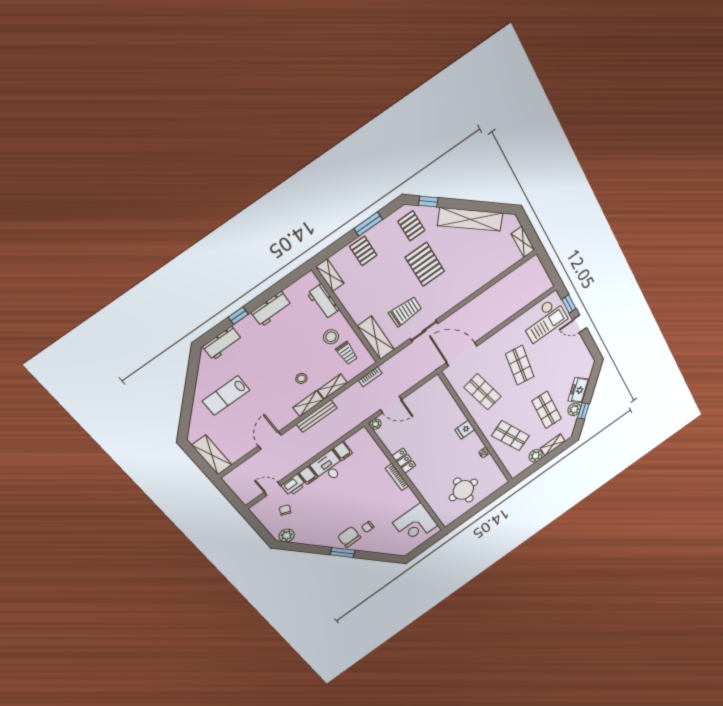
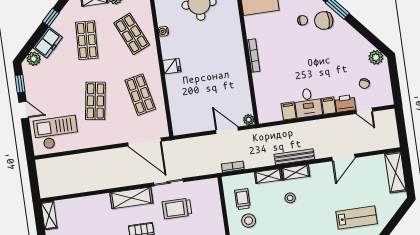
window: (569, 304) -> (20, 84), moved
shelving: (376, 338) -> (131, 198), moved, turned 90
plant: (574, 409) -> (34, 59), moved
locker: (404, 461) -> (240, 68), removed
chair: (349, 537) -> (324, 21), turned 90

